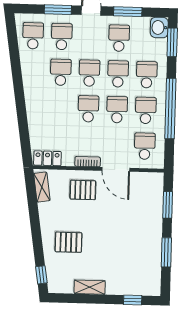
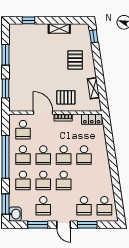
school desk: (61, 72) -> (84, 155), moved
shelving: (42, 187) -> (94, 88), moved
pallet: (68, 242) -> (75, 60), turned 90

